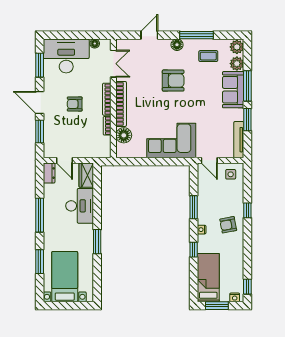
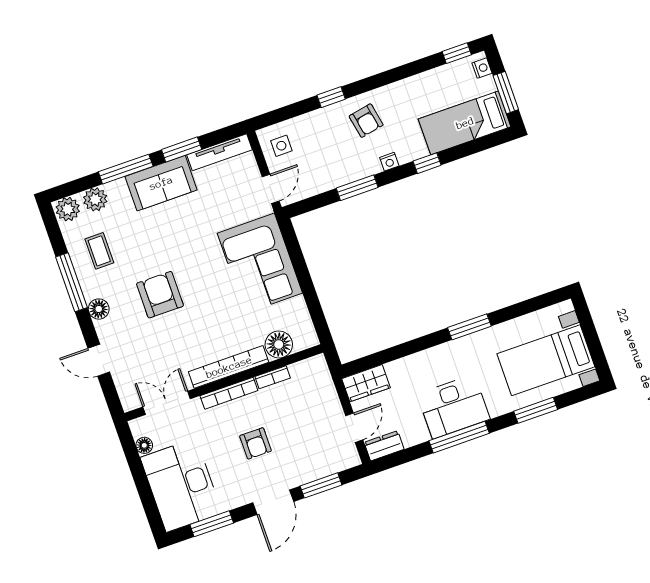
sofa: (233, 90) -> (161, 183), moved
desk: (80, 206) -> (454, 407), moved, turned 180

